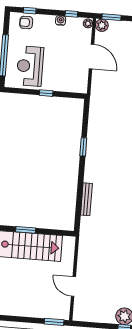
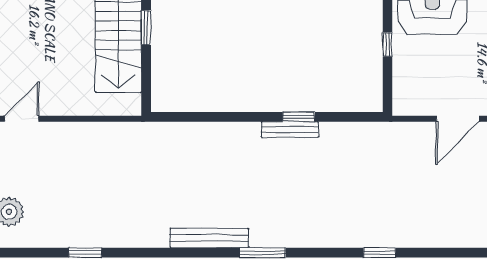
bench: (86, 199) -> (290, 130), moved
door: (73, 286) -> (22, 119), moved

